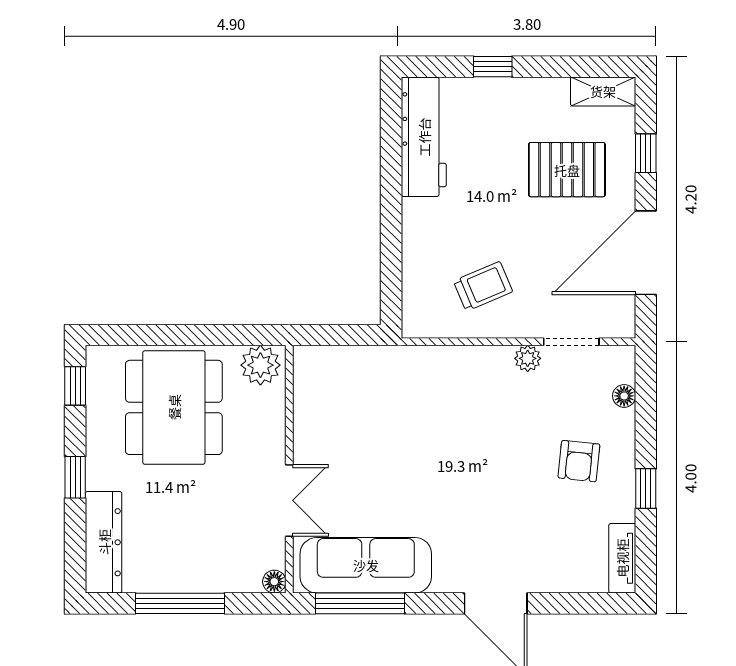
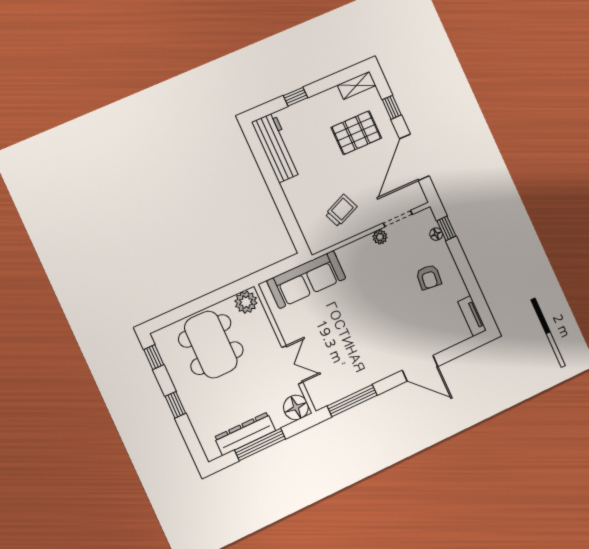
window: (646, 489) -> (446, 228), moved
dresser: (104, 542) -> (245, 434), moved, turned -90
sofa: (366, 565) -> (306, 279), moved, turned 180
floor lamp: (274, 582) -> (296, 407), width x1.89, depth x1.89

